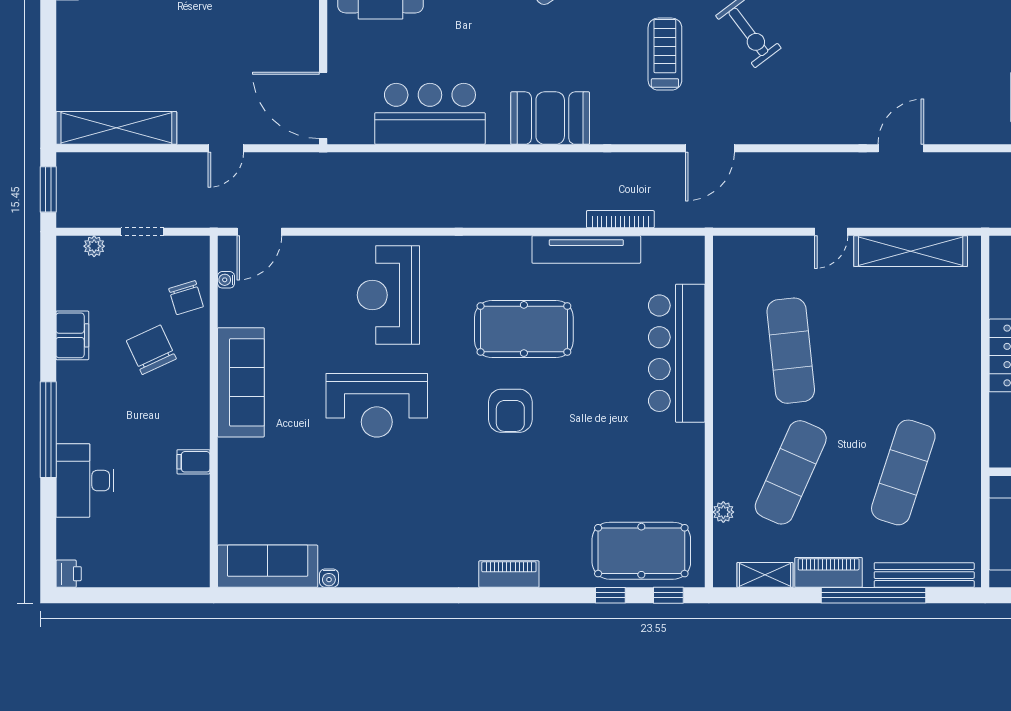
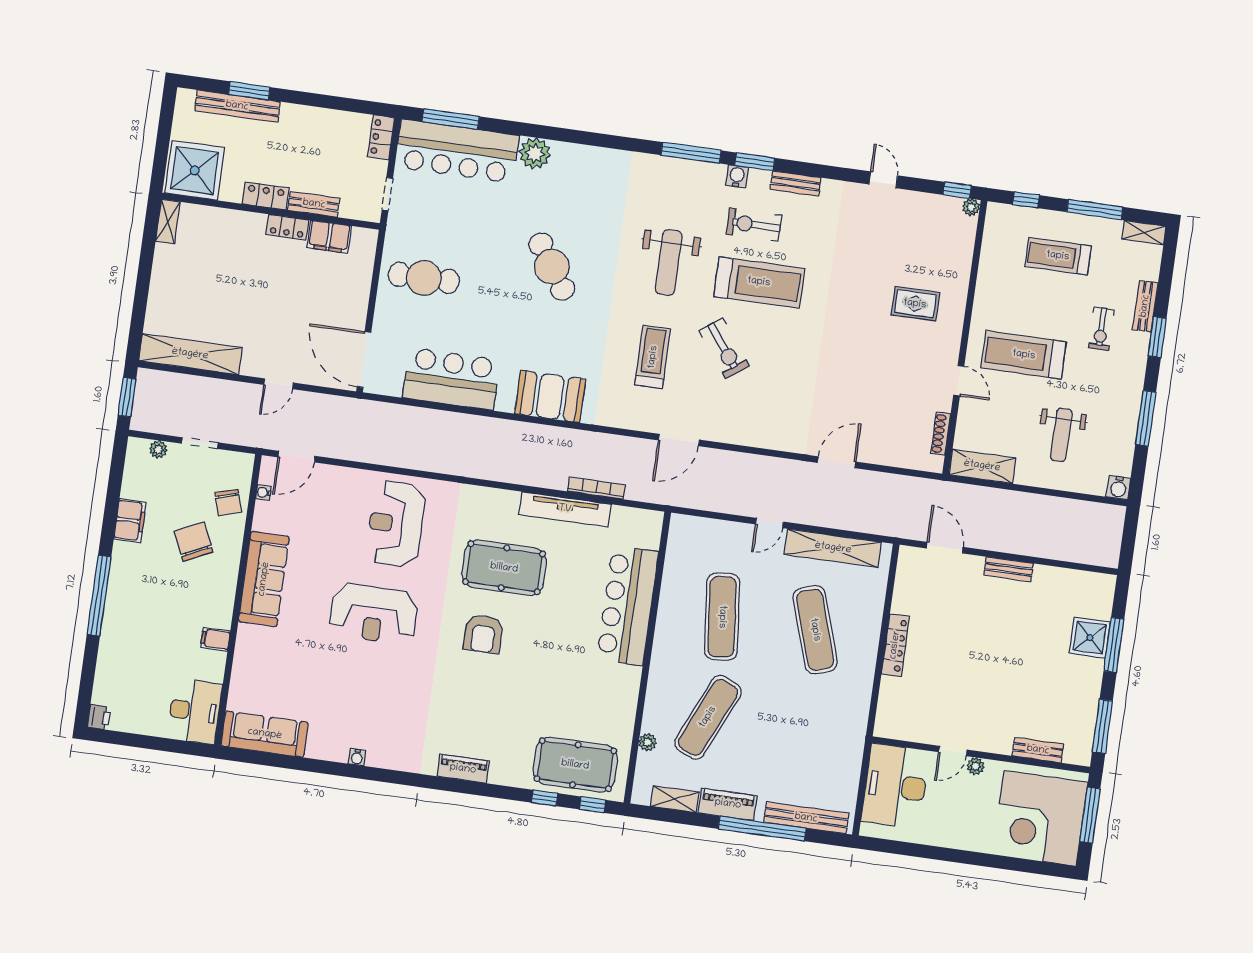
exercise mat: (903, 472) -> (815, 630), moved, turned -36
desk: (85, 481) -> (195, 711), moved, turned 180
water cooler: (329, 578) -> (357, 757), moved

